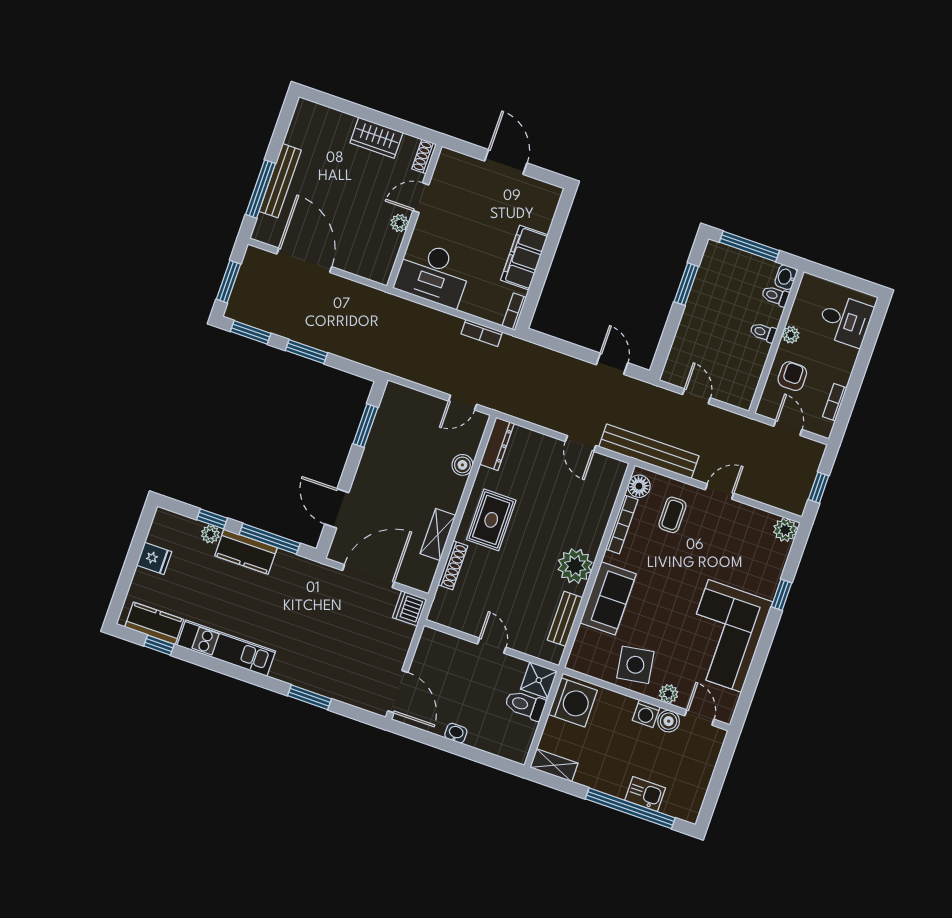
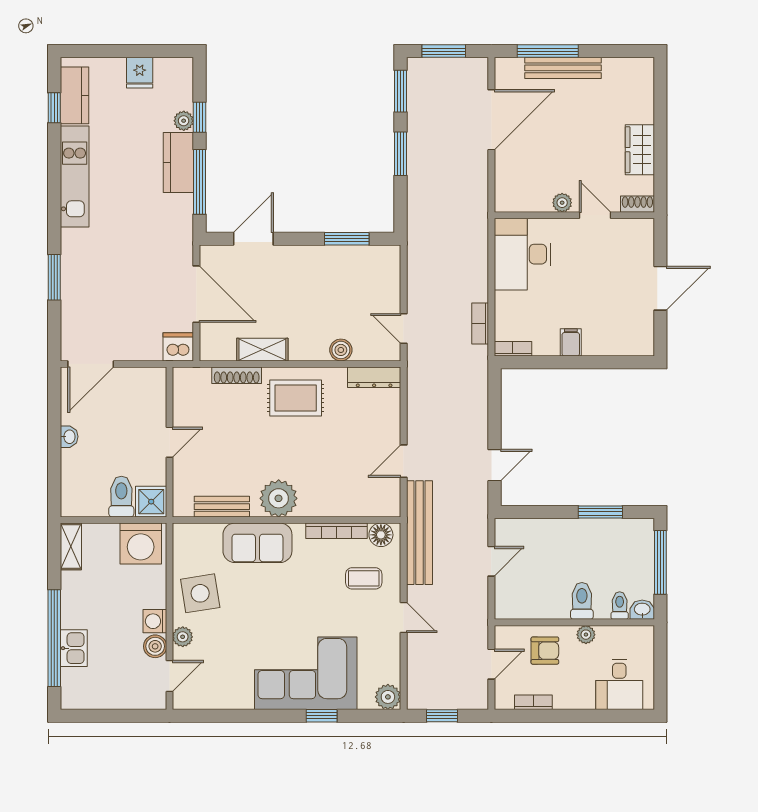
filing cabinet: (524, 258) -> (571, 342), width x0.33, depth x0.86
toilet: (763, 332) -> (582, 601), width x1.37, depth x1.39
corner sofa: (725, 636) -> (306, 673), moved

